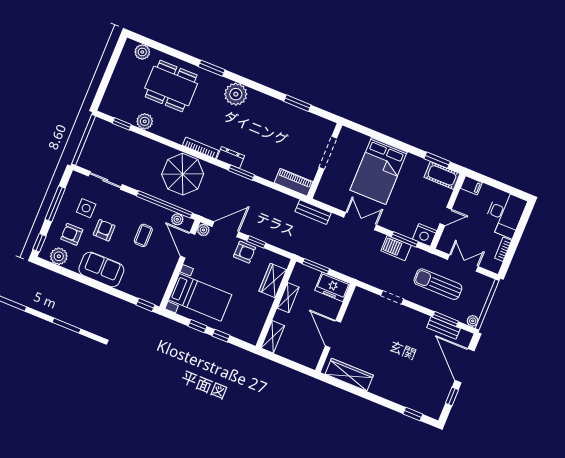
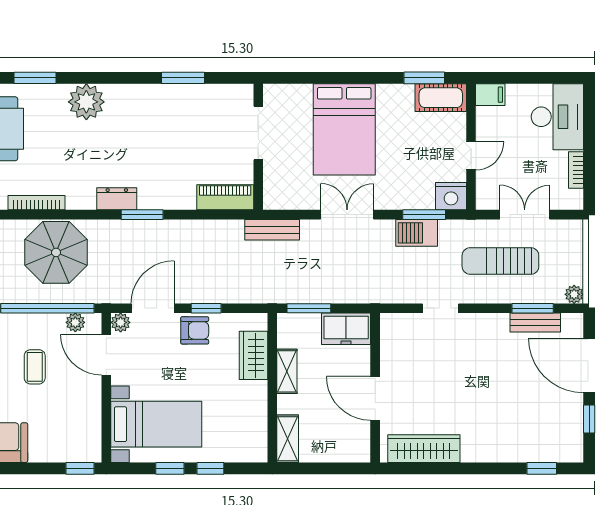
bookcase: (201, 148) -> (37, 203), moved

